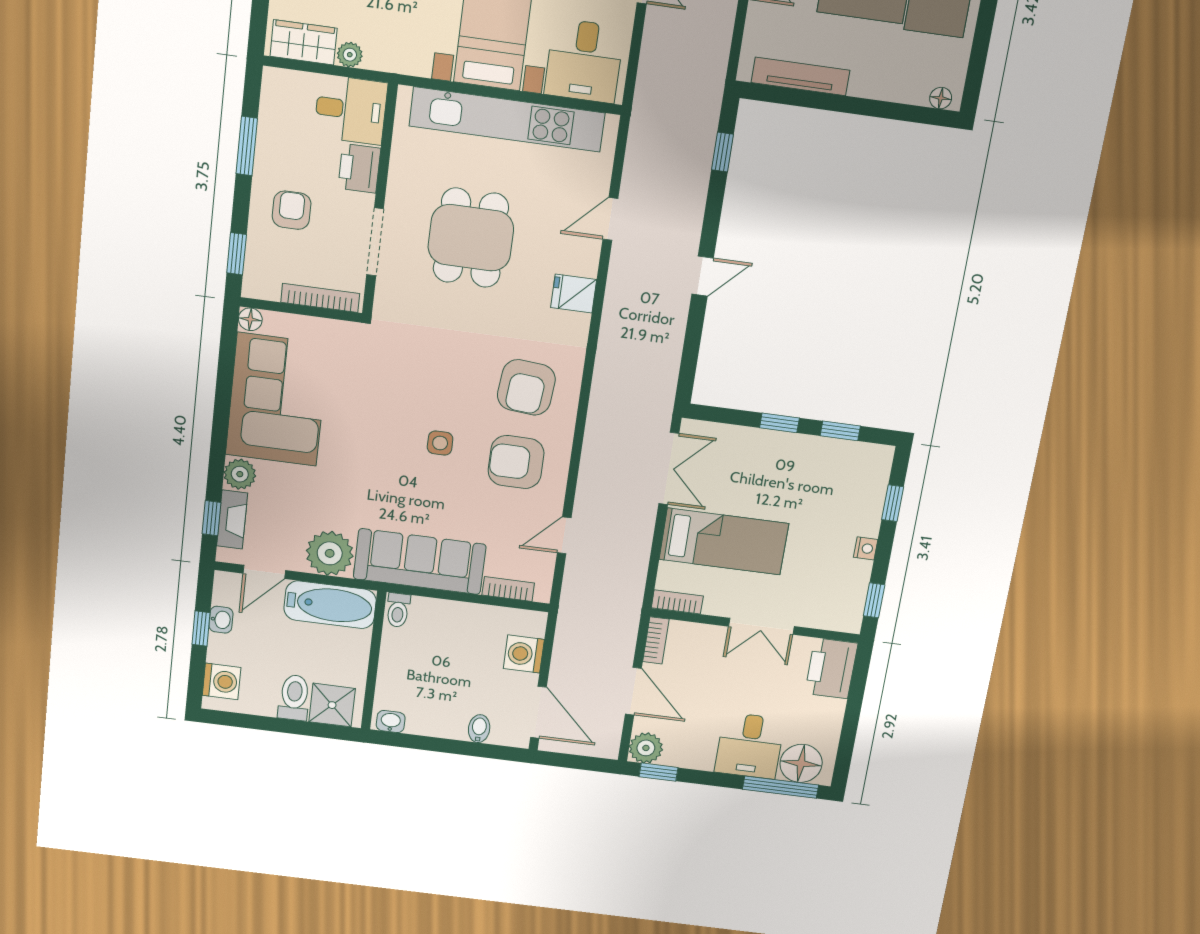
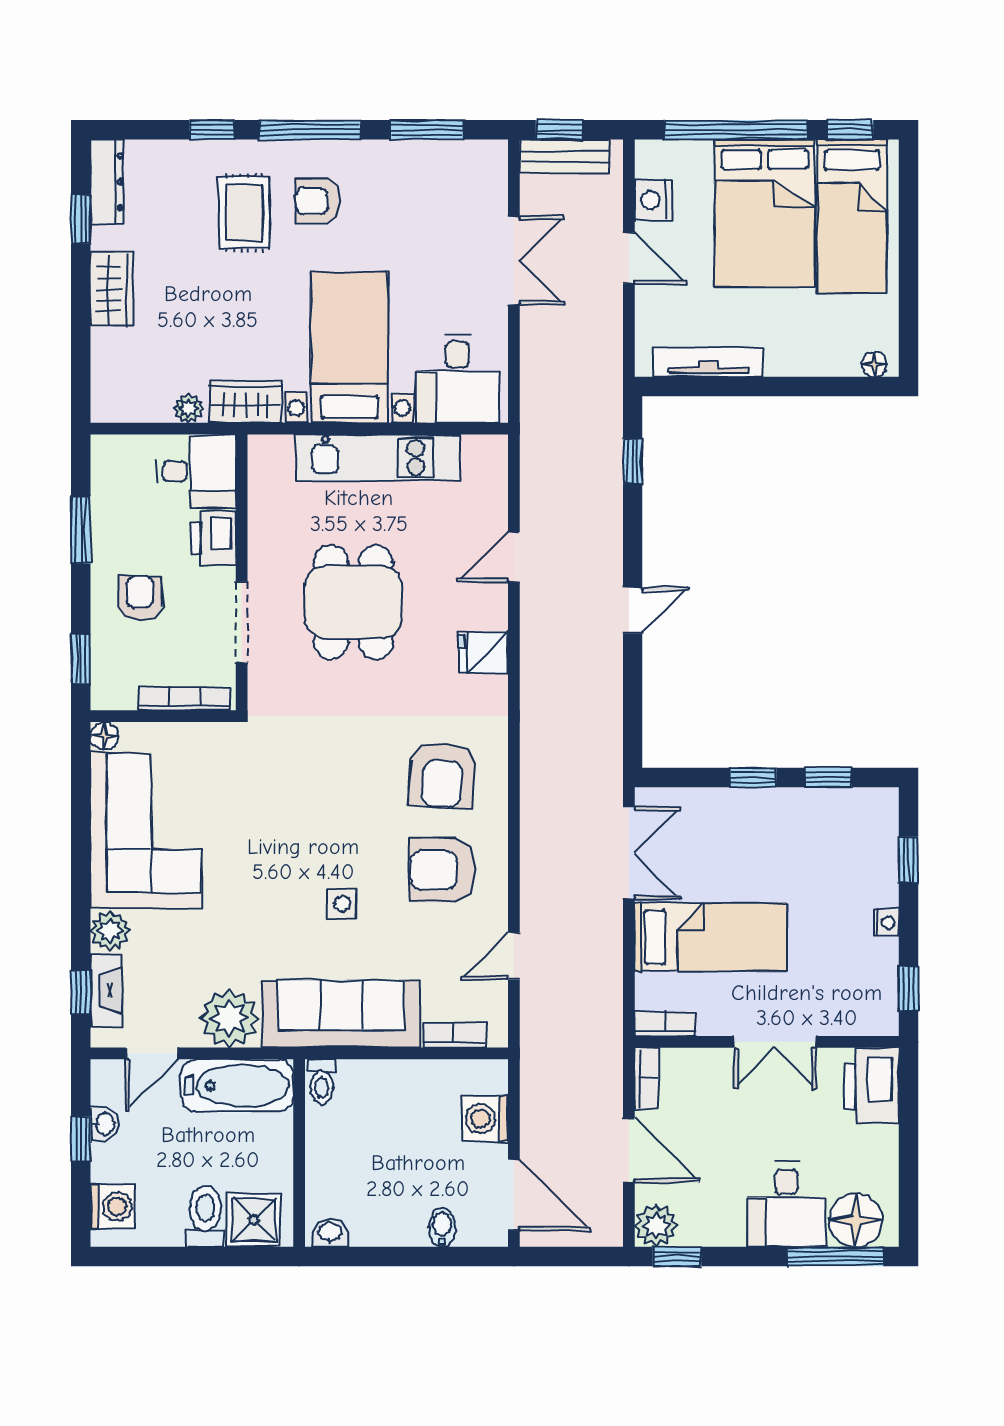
wardrobe: (304, 42) -> (246, 402), moved
kitchen unit: (507, 119) -> (378, 458), width x0.73
side table: (440, 443) -> (342, 904), moved

